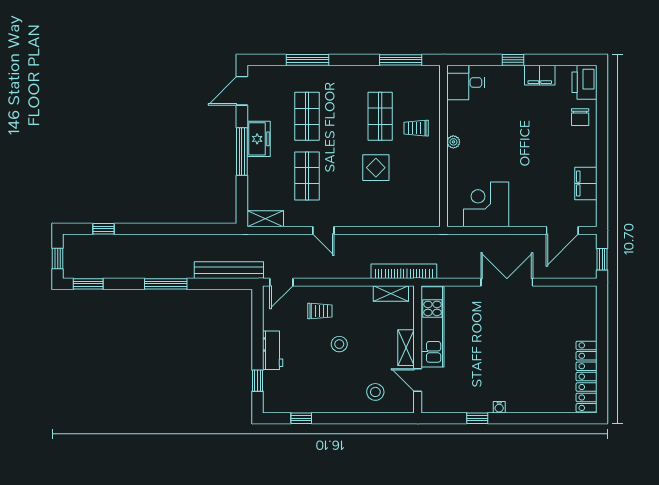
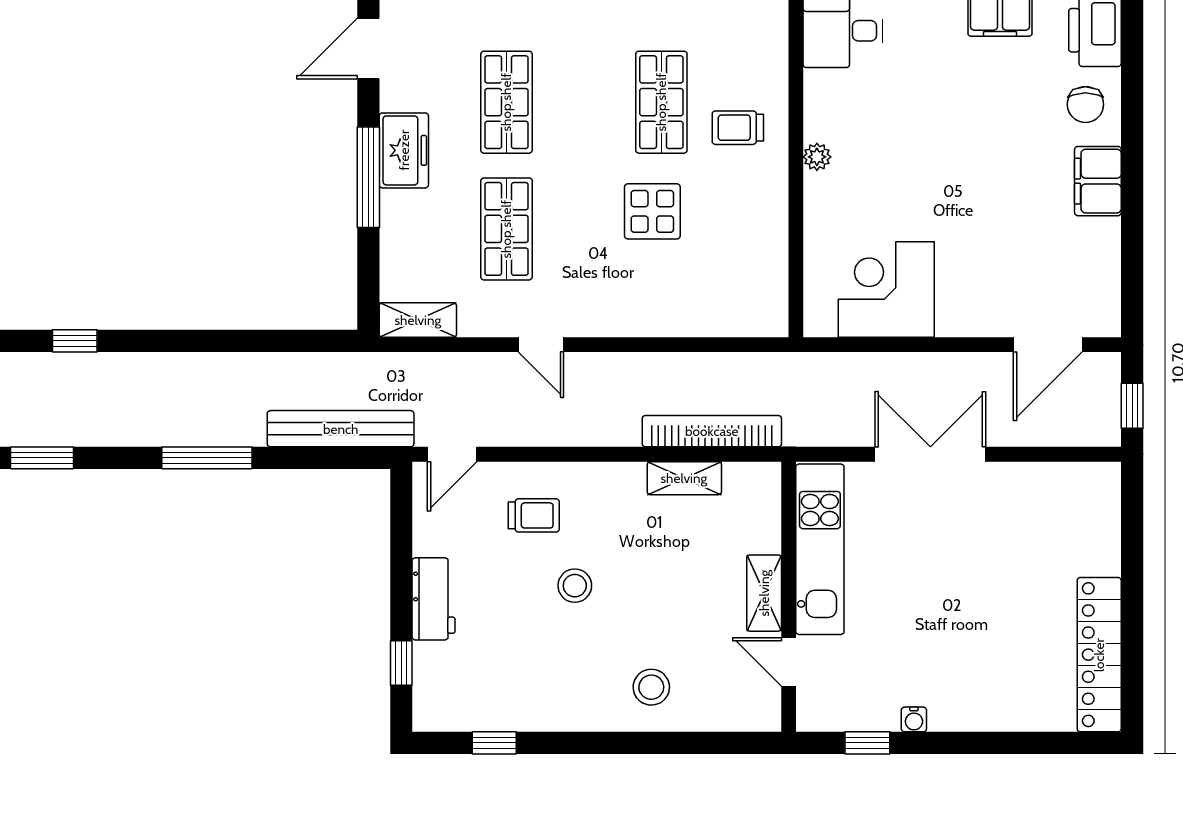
filing cabinet: (586, 184) -> (1098, 181), moved
kitchen unit: (432, 327) -> (820, 549), moved
shelving: (406, 348) -> (764, 593), moved
wall: (418, 349) -> (789, 597), moved
door: (418, 380) -> (789, 662), moved

